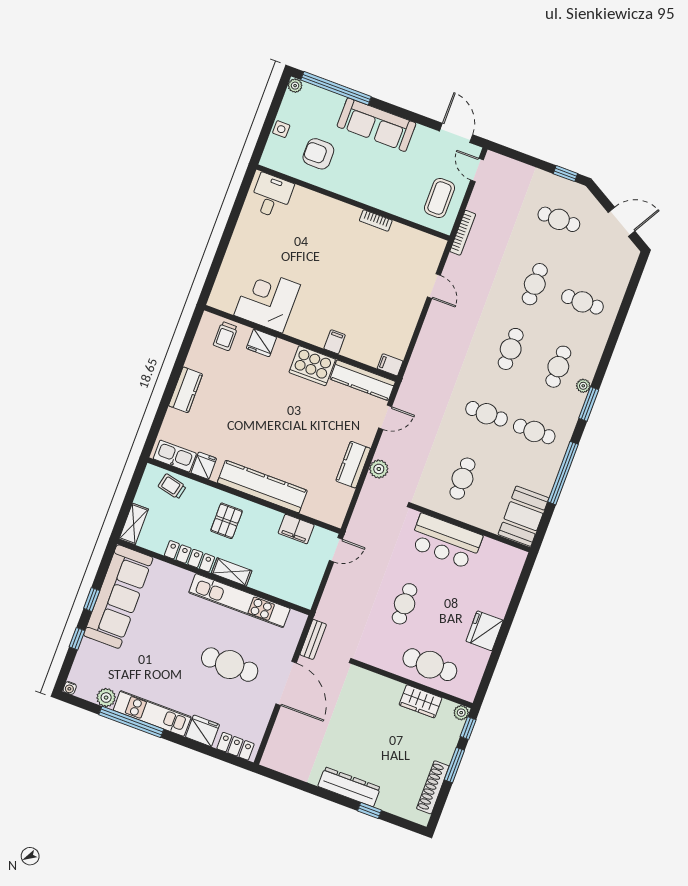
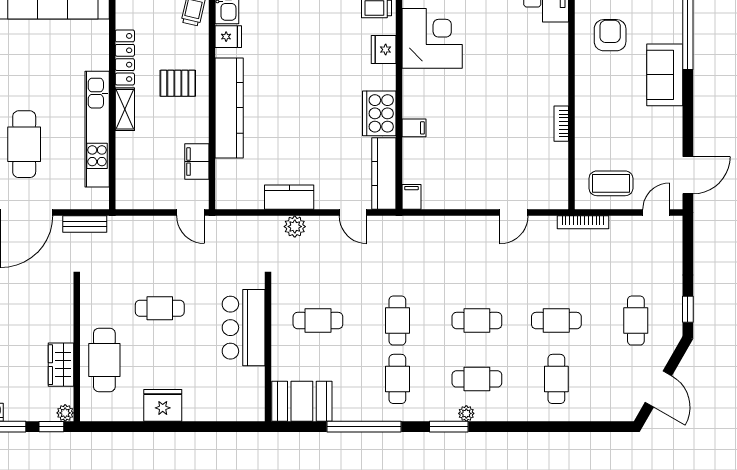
sofa: (376, 125) -> (665, 75), width x0.73

